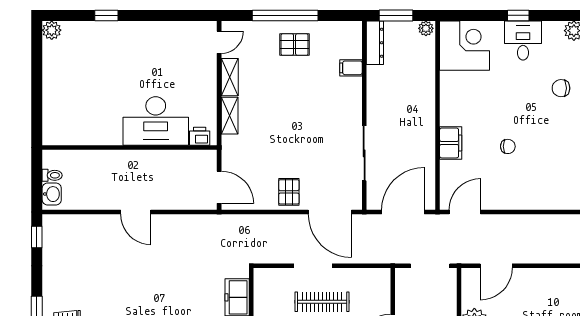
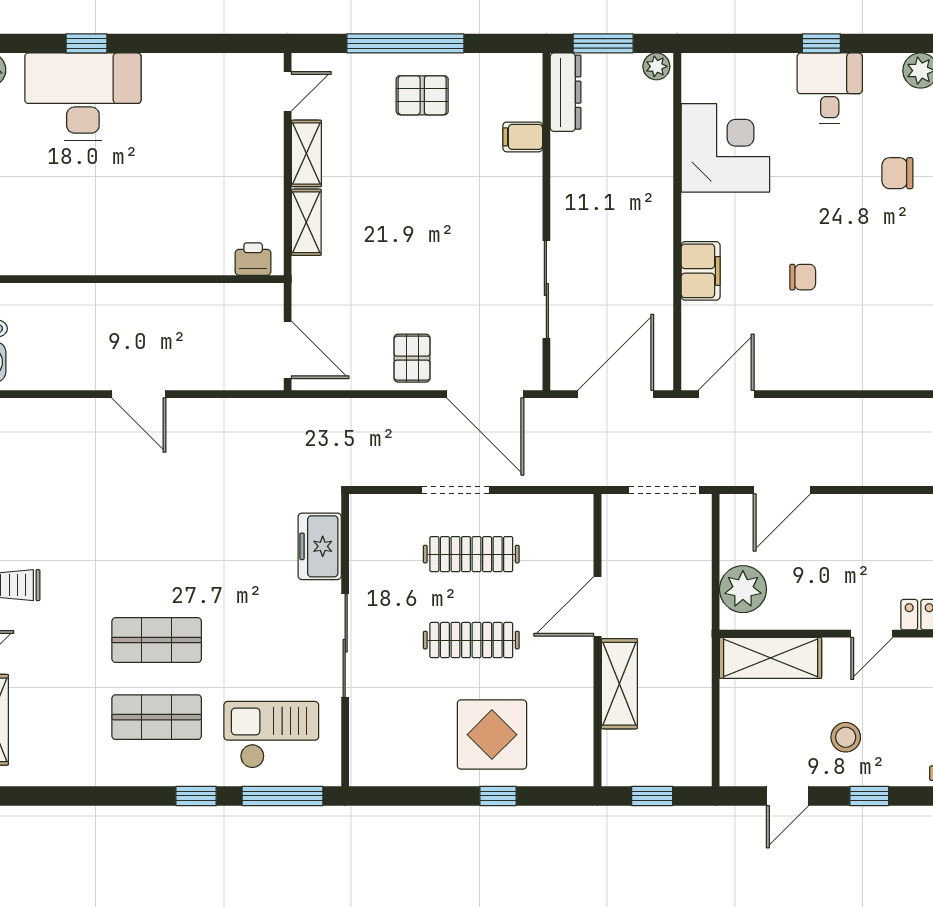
corner desk: (465, 46) -> (725, 148), moved
desk: (156, 121) -> (83, 97), moved, turned 180

